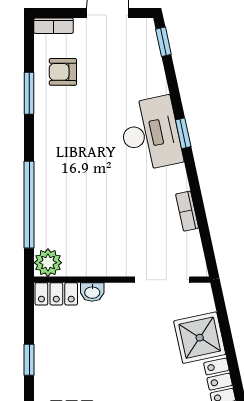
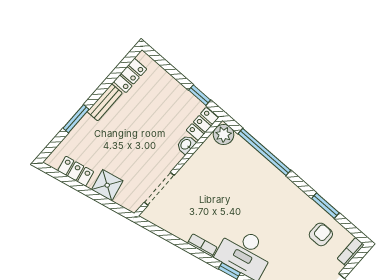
bookcase: (187, 211) -> (202, 245), moved
shower: (200, 338) -> (107, 185), width x0.73, depth x0.73
window: (29, 360) -> (200, 95), moved

